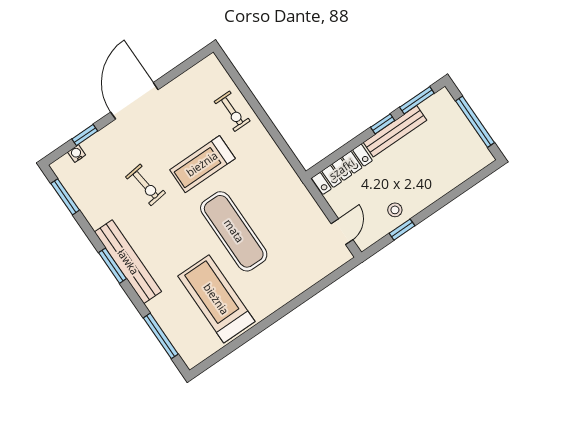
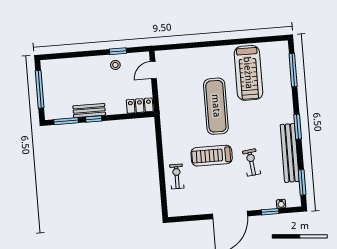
bench: (395, 131) -> (89, 110), width x0.73
treadmill: (202, 164) -> (212, 156), turned 180
locker: (342, 169) -> (140, 106), width x0.66
bench: (128, 262) -> (290, 153), moved

